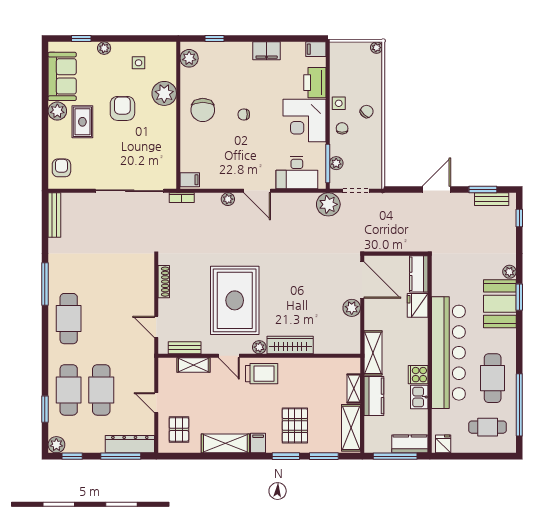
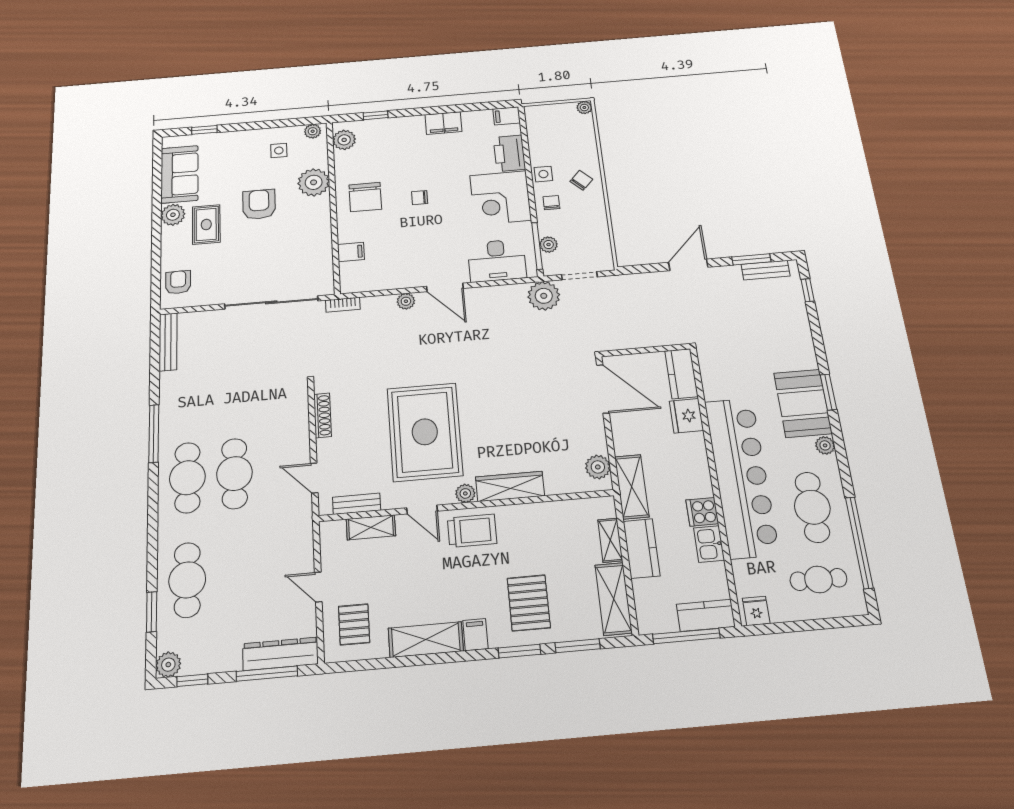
plant: (104, 48) -> (313, 131), moved
filing cabinet: (190, 180) -> (351, 252), moved
plant: (509, 272) -> (825, 445), moved
plant: (352, 308) -> (598, 467), moved
cafe table: (101, 390) -> (234, 474), moved

